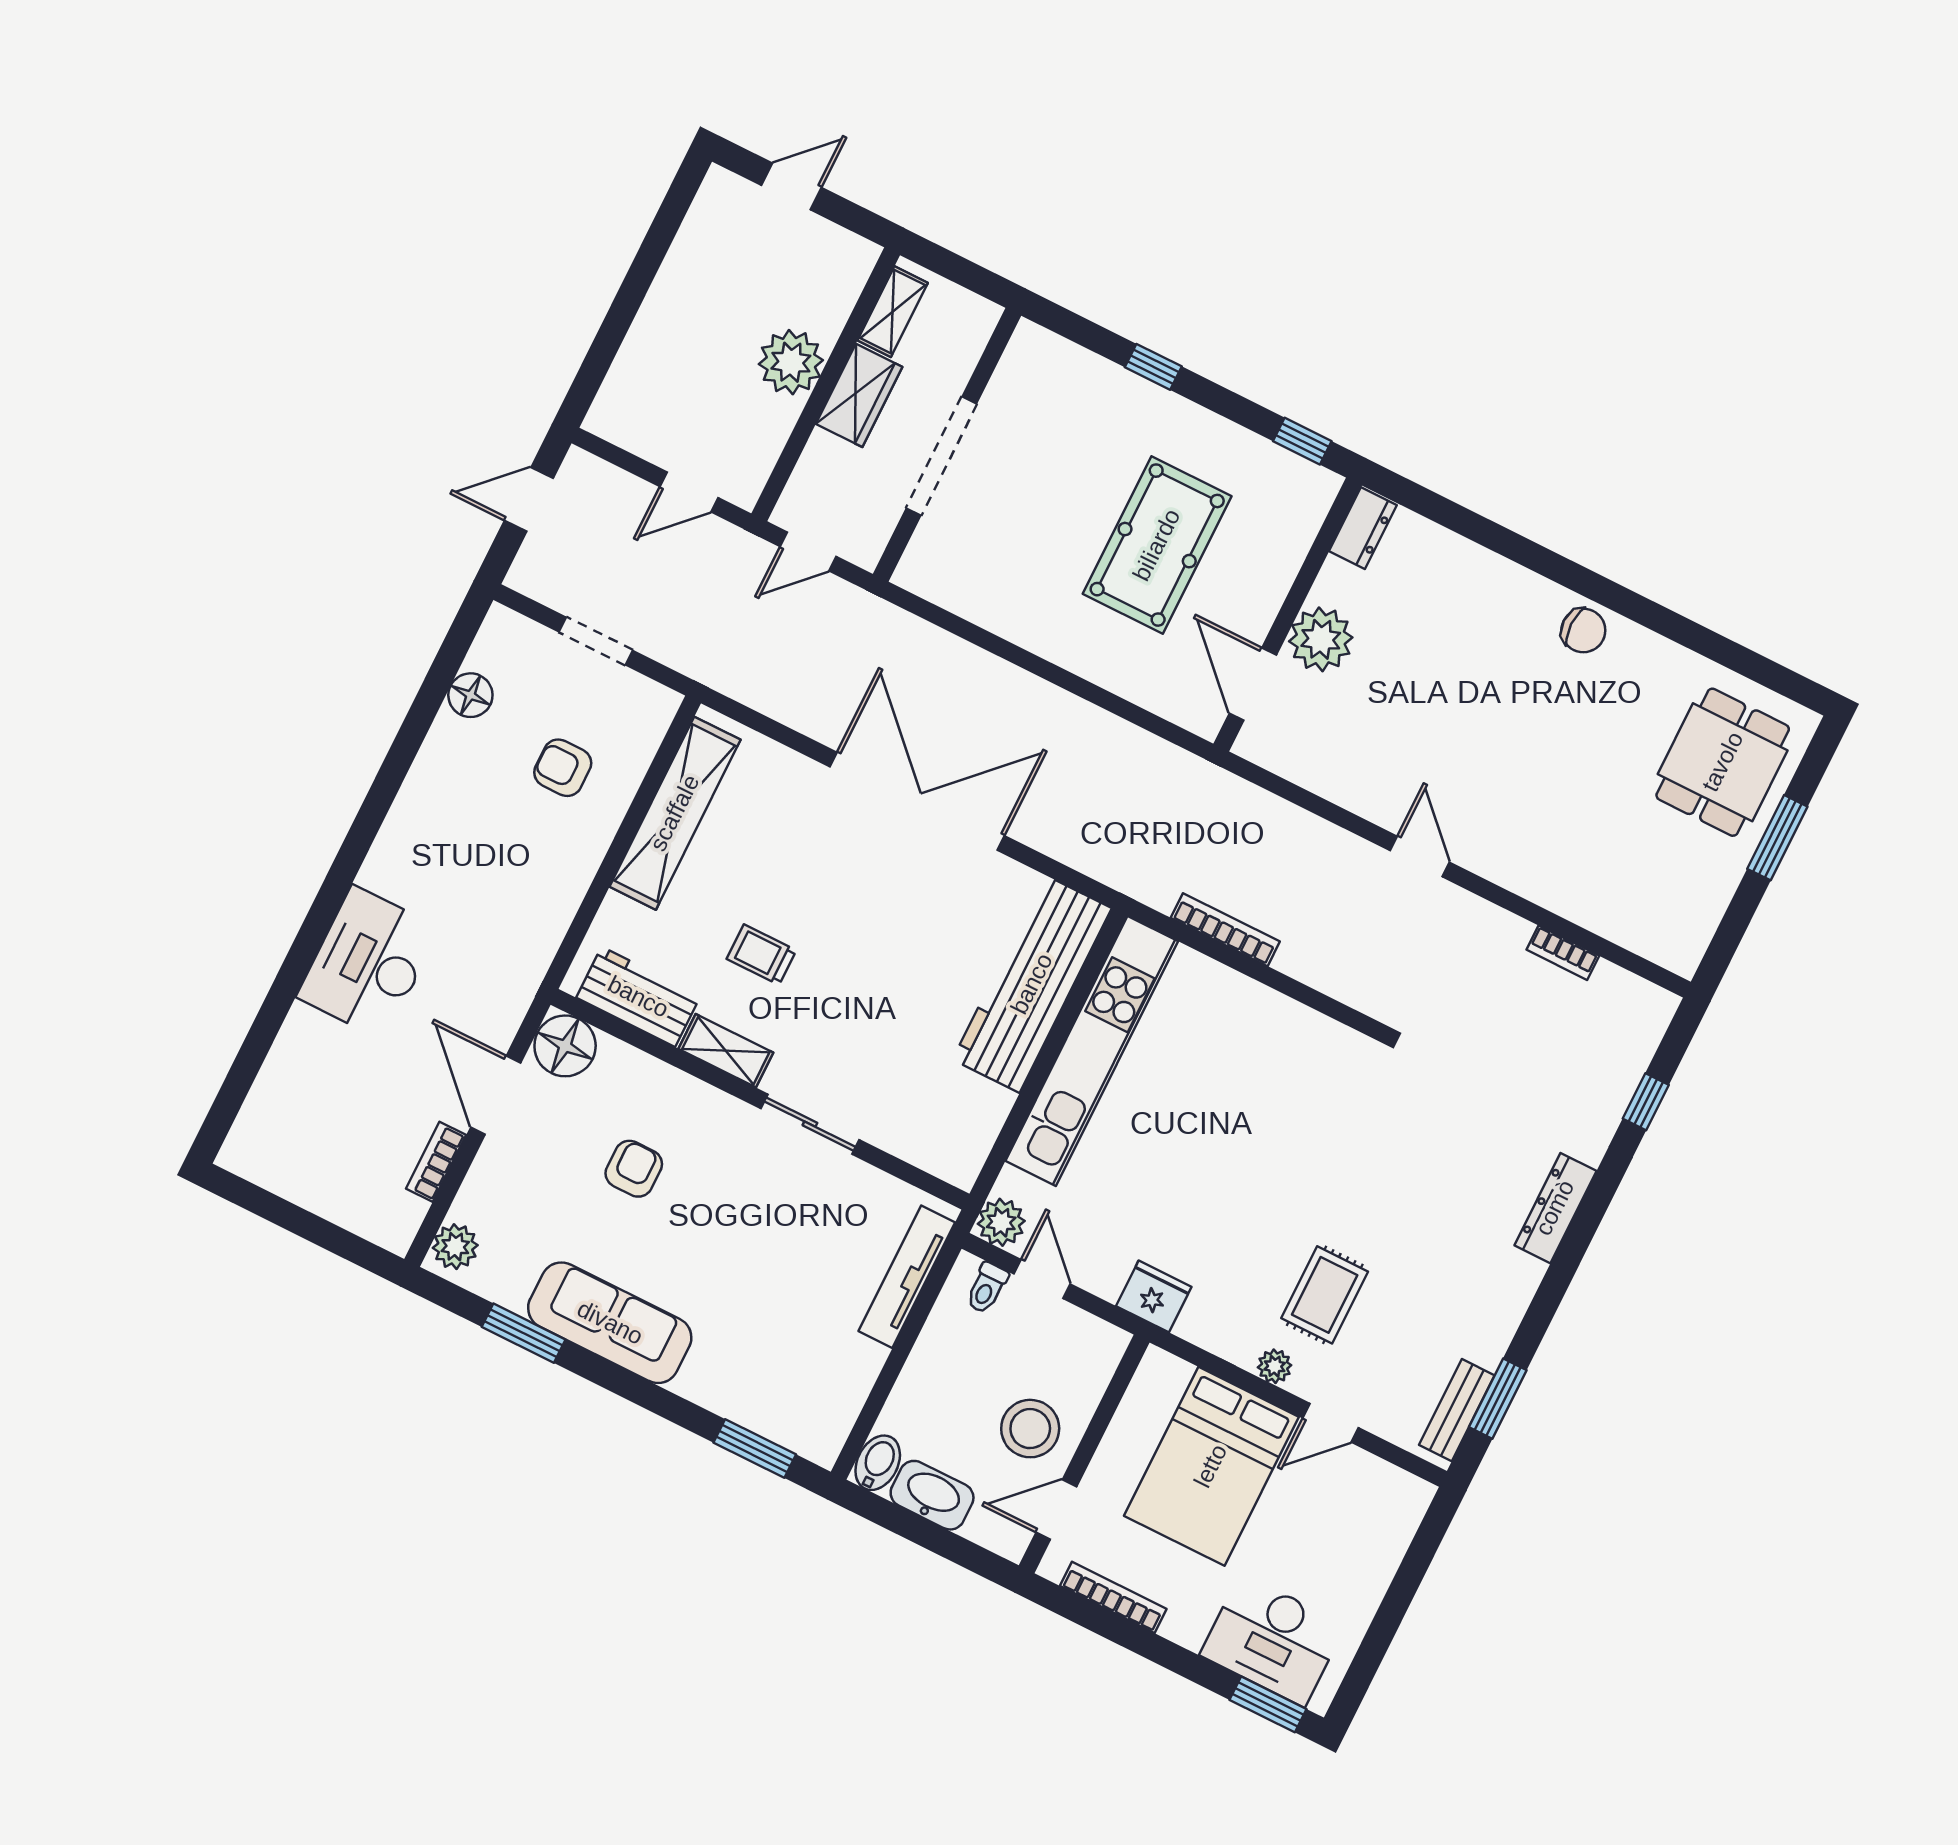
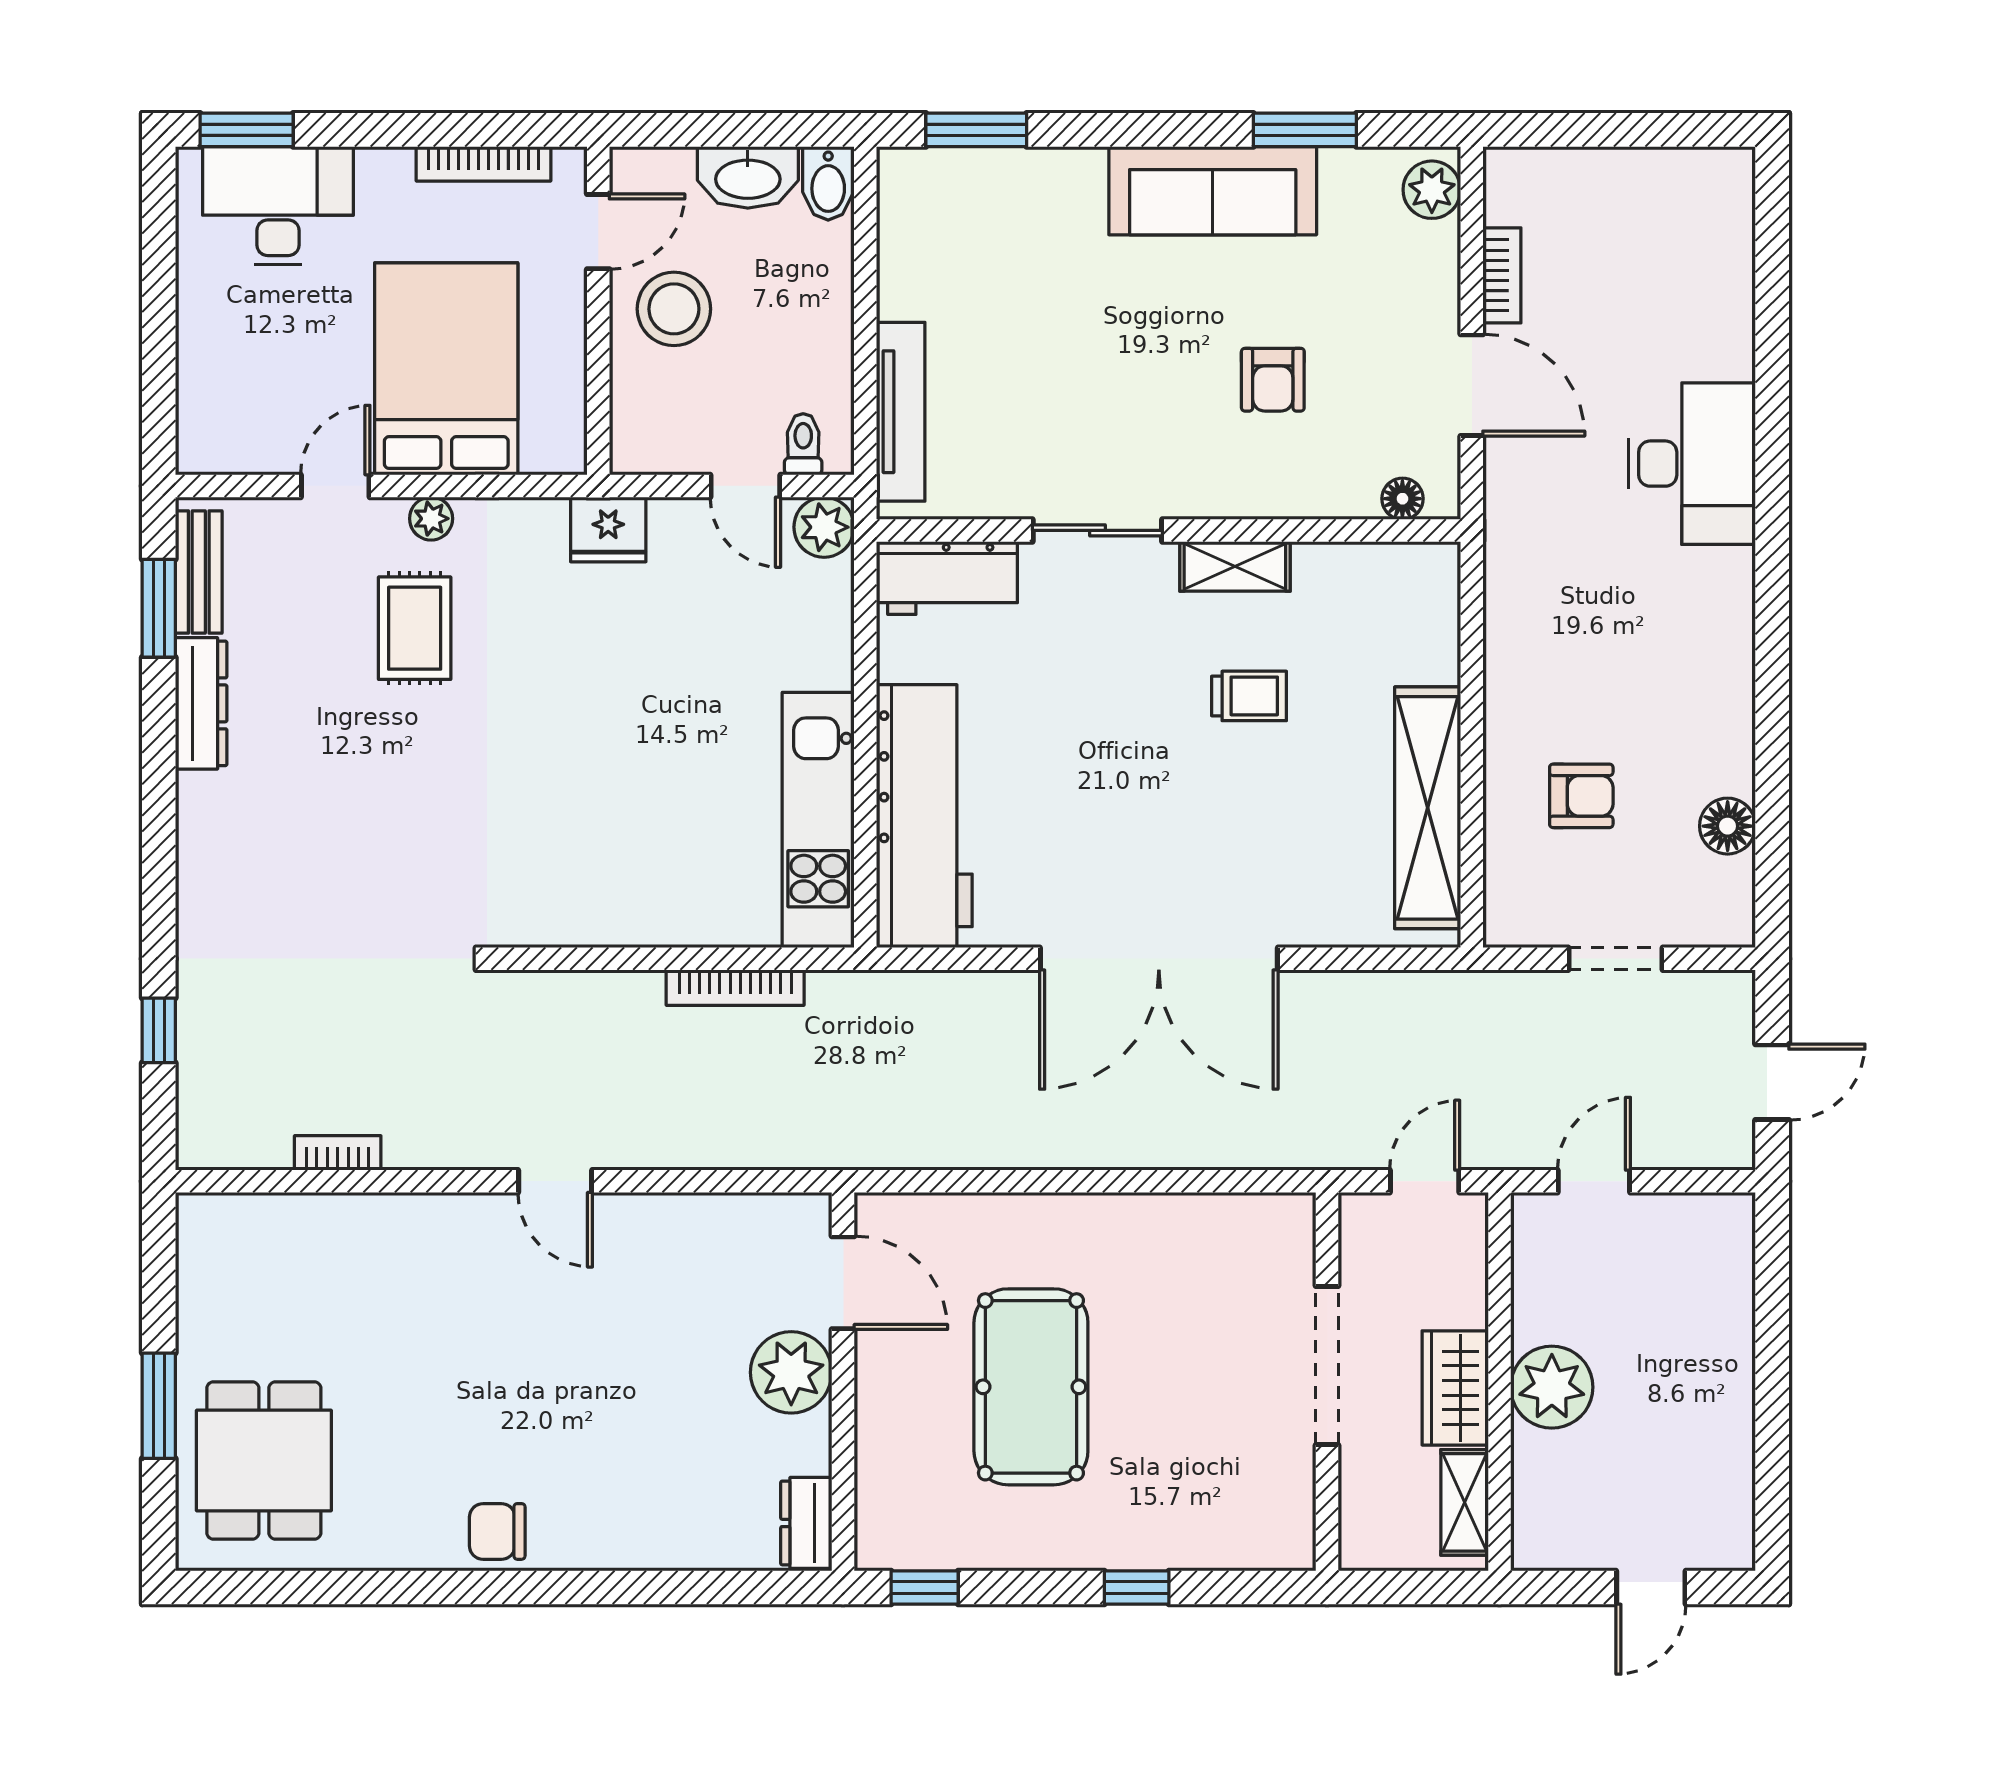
workbench: (638, 997) -> (947, 578), moved
floor lamp: (565, 1046) -> (1402, 499), width x0.53, depth x0.53
kitchen unit: (1092, 1051) -> (818, 820), width x0.73
dresser: (1555, 1208) -> (201, 703), moved

